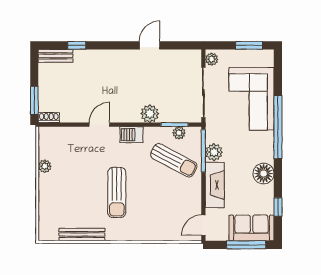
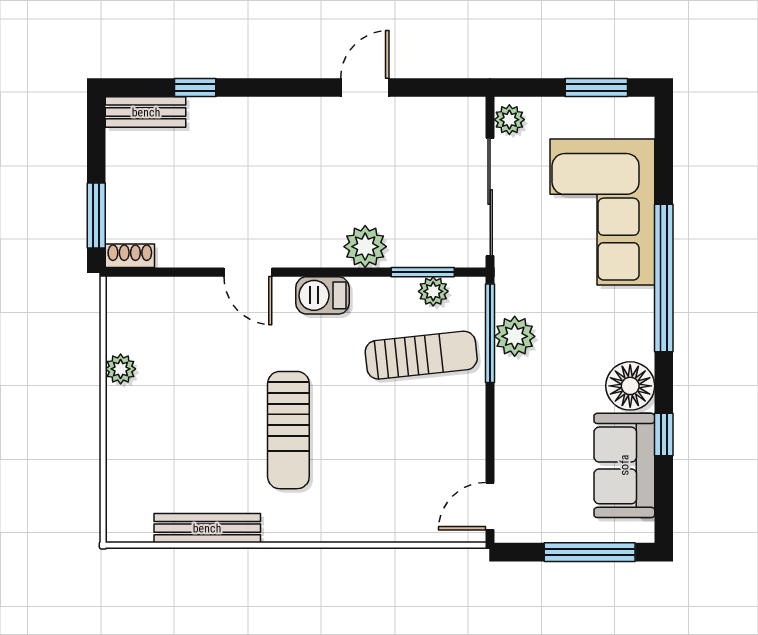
door: (99, 125) -> (248, 272), swing flipped
sun lounger: (174, 160) -> (421, 355), turned -34
fireplace: (215, 185) -> (516, 413), removed
window: (278, 207) -> (664, 434), moved
sofa: (252, 228) -> (624, 465), moved, turned -90

